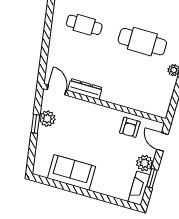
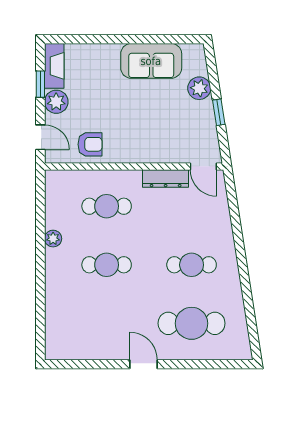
cafe table: (142, 42) -> (107, 265), width x0.73, depth x0.74
cafe table: (131, 82) -> (107, 206), added
plant: (47, 119) -> (199, 88), moved
armchair: (130, 127) -> (90, 144), turned 90

